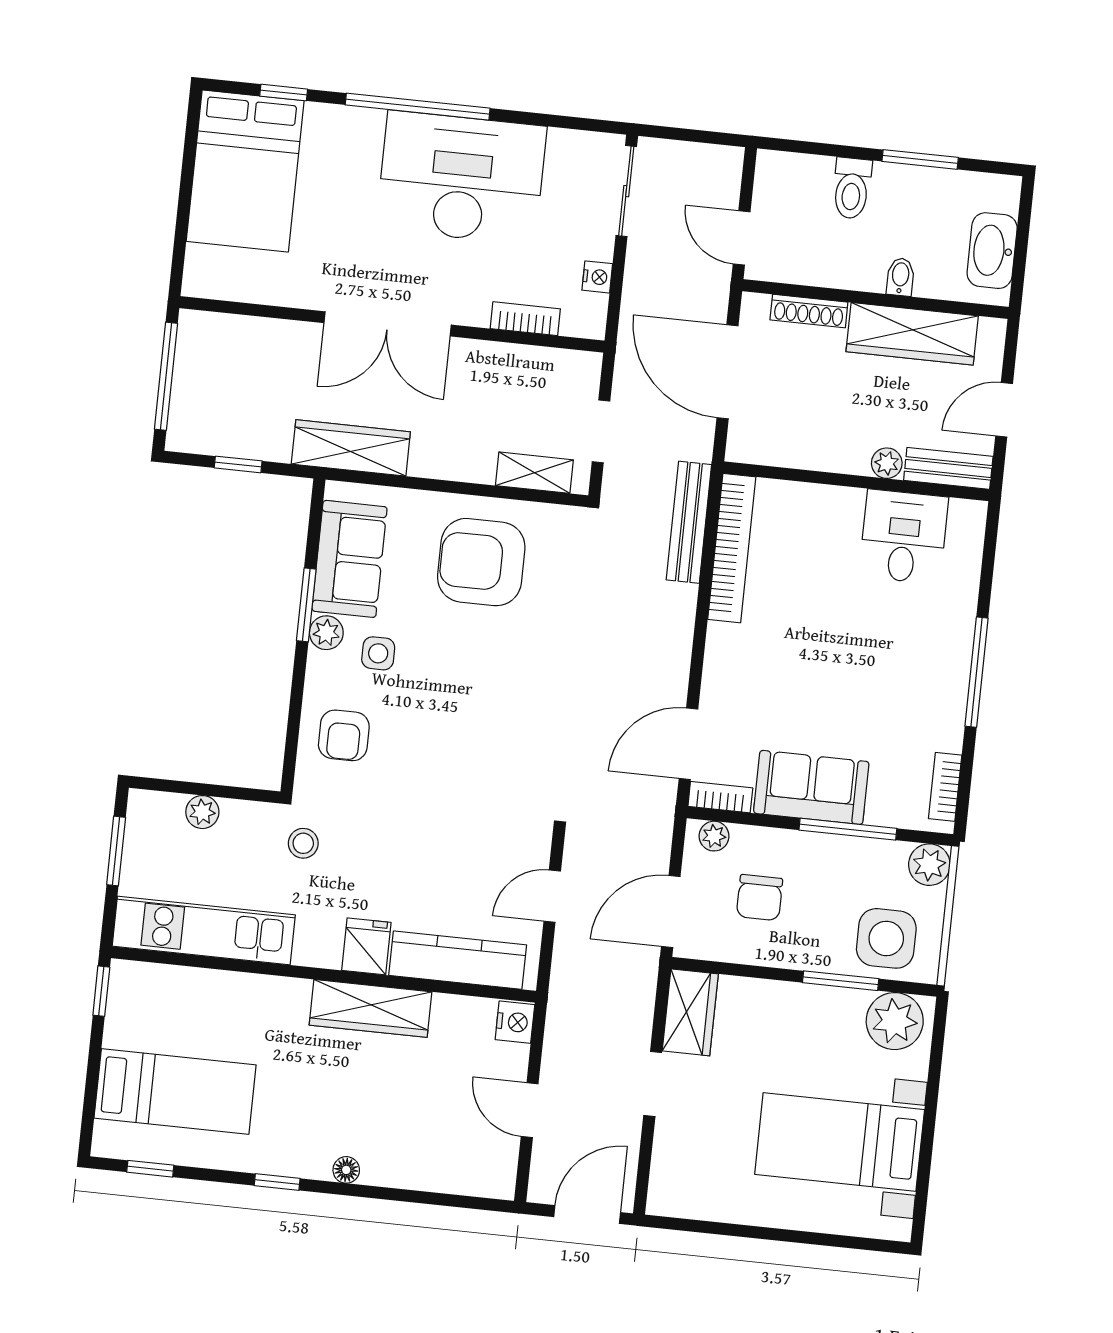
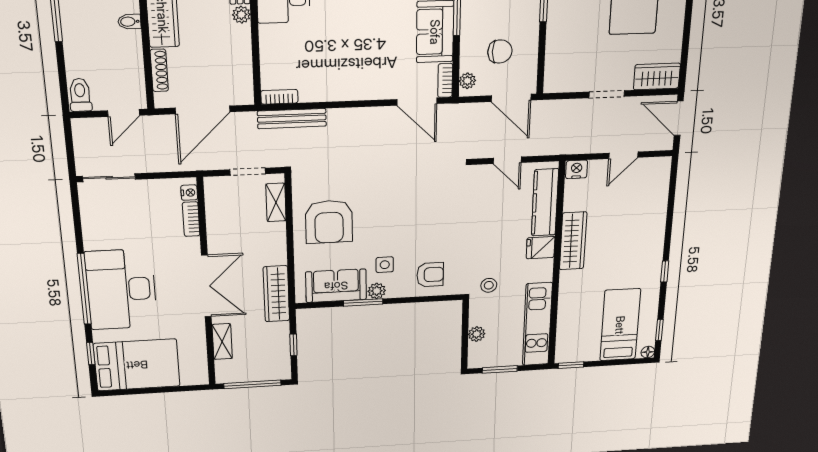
desk: (461, 178) -> (121, 289), moved
toilet: (852, 188) -> (80, 95), moved, turned -90
nightstand: (597, 277) -> (189, 193), moved, turned 90
shelving: (268, 334) -> (222, 342), added
bookcase: (732, 548) -> (279, 97), width x0.43, depth x0.76
wardrobe: (690, 1012) -> (657, 76), moved
floor lamp: (346, 1170) -> (648, 352), moved

